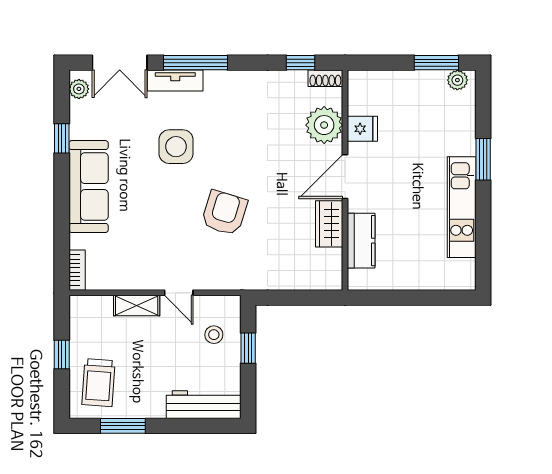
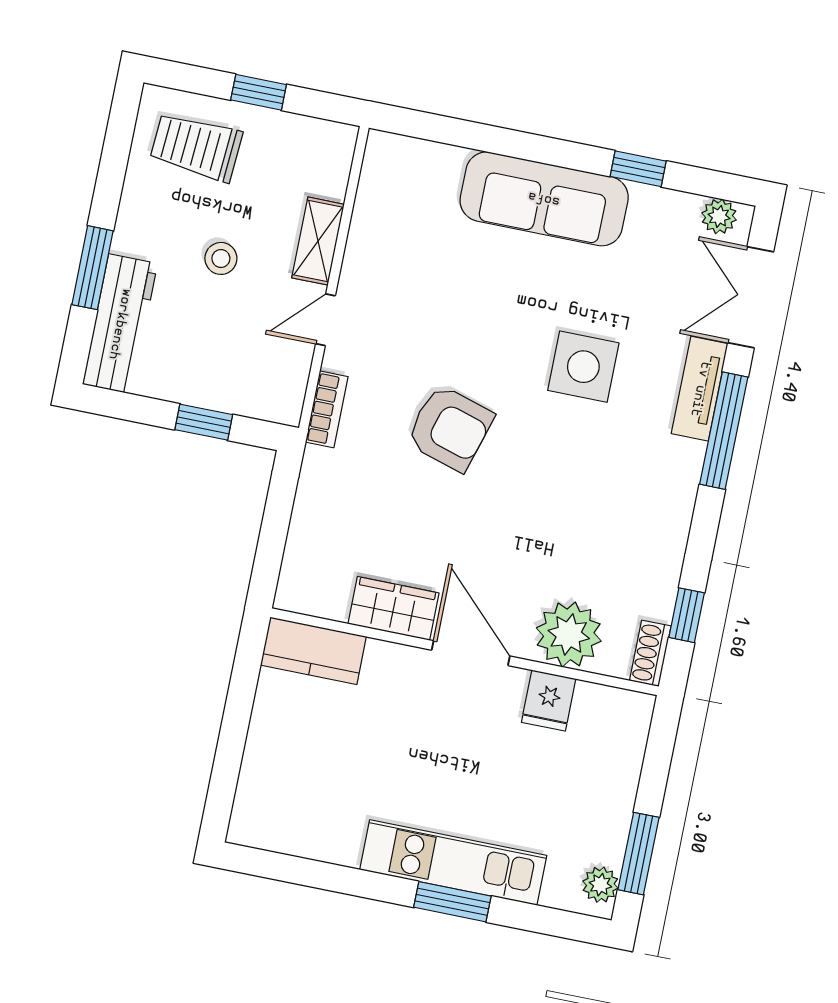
kitchen unit: (462, 207) -> (453, 863), moved
kitchen counter: (361, 241) -> (313, 651), moved
bookcase: (77, 270) -> (327, 409), moved, turned -90
stool: (214, 335) -> (221, 258), moved
window: (123, 426) -> (93, 268), moved

